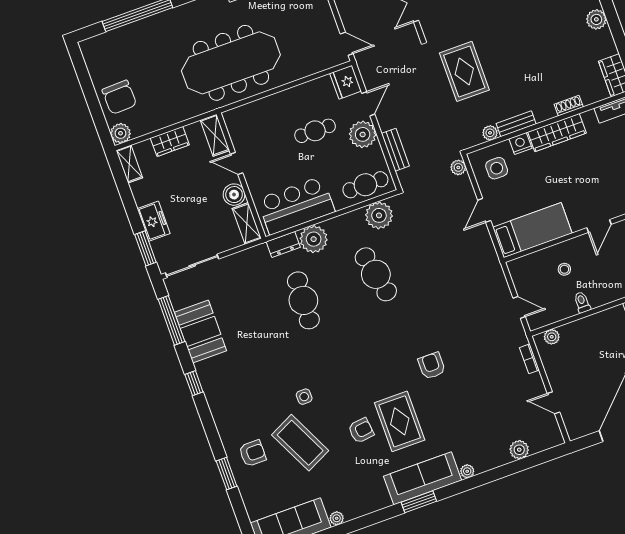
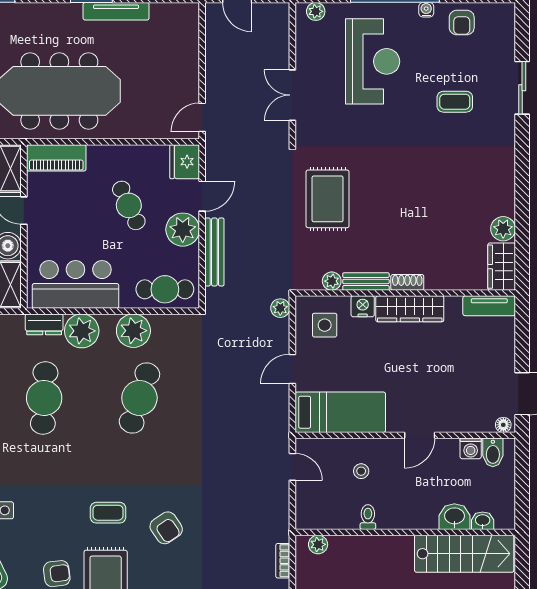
plant: (596, 19) -> (503, 229), moved
door: (347, 44) -> (202, 117), swing flipped
shoe rack: (569, 106) -> (407, 282), moved
piano: (247, 114) -> (56, 158), added
cafe table: (315, 131) -> (129, 205), turned 65
bench: (395, 150) -> (214, 252), width x1.36
plant: (379, 215) -> (133, 331), moved
cafe table: (376, 274) -> (139, 398), turned 30
door: (519, 307) -> (292, 467), moved
armchair: (432, 366) -> (166, 528), turned 146
coffee table: (383, 370) -> (108, 513), added

